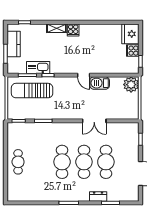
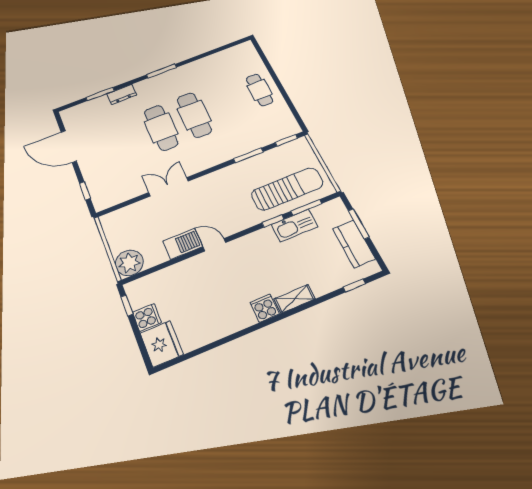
cafe table: (106, 162) -> (127, 141), removed

